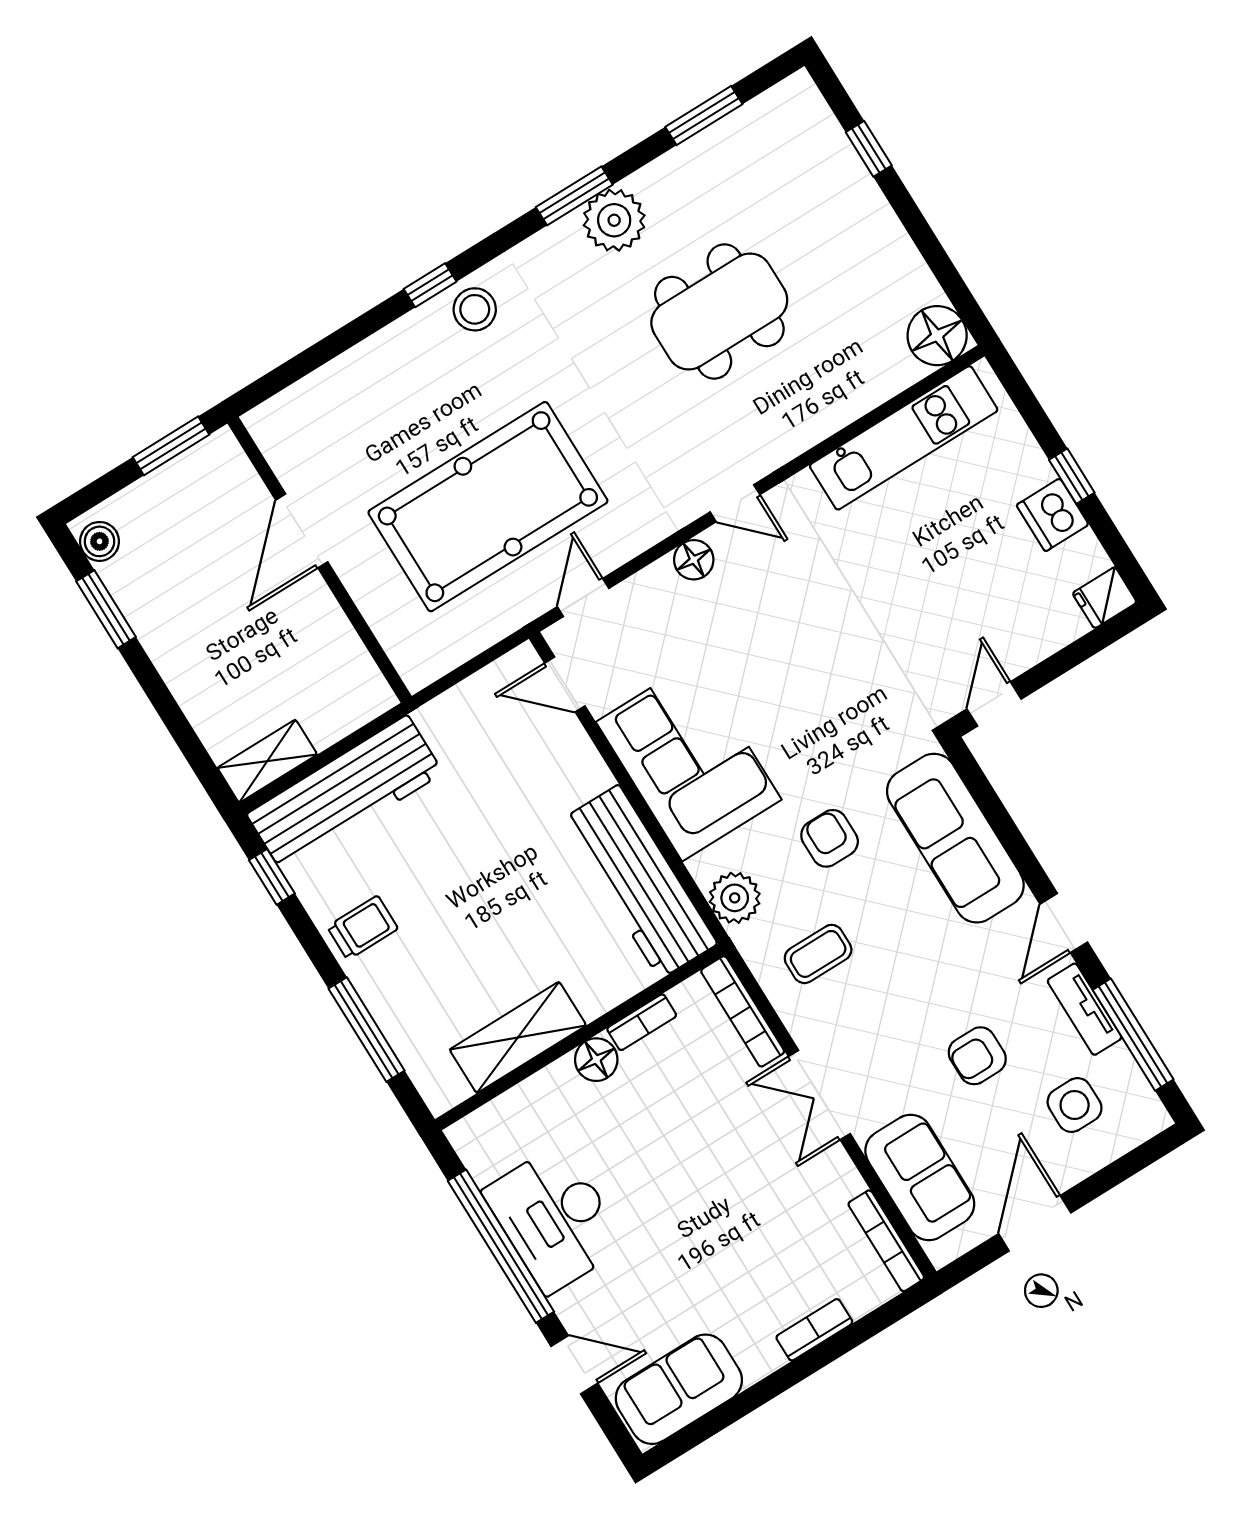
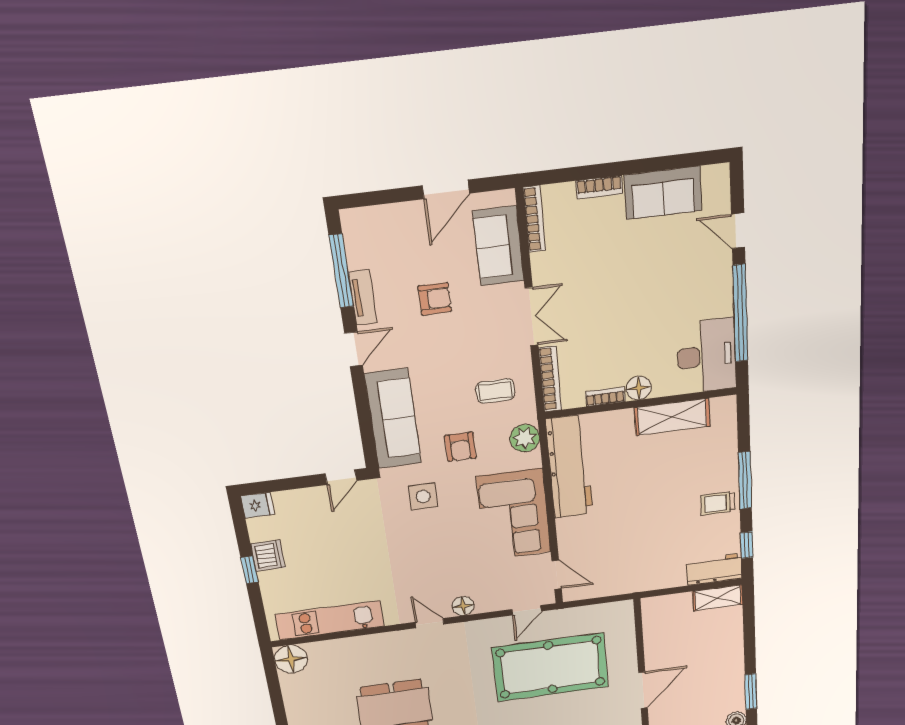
workbench: (345, 794) -> (714, 569), width x0.53, depth x0.76
window: (367, 1030) -> (745, 480), moved
side table: (1075, 1105) -> (423, 496), moved
desk: (555, 1218) -> (706, 356), moved
sofa: (679, 1389) -> (663, 193), moved

